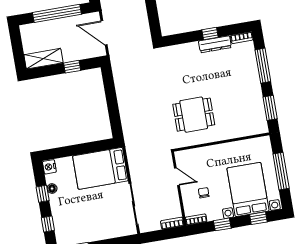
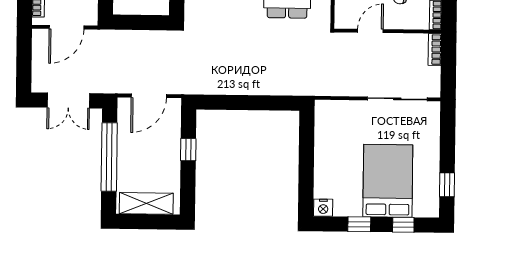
shelving: (44, 59) -> (146, 203), moved, turned 90
bed: (100, 168) -> (388, 181), moved, turned 180
floor lamp: (52, 189) -> (354, 210), removed

